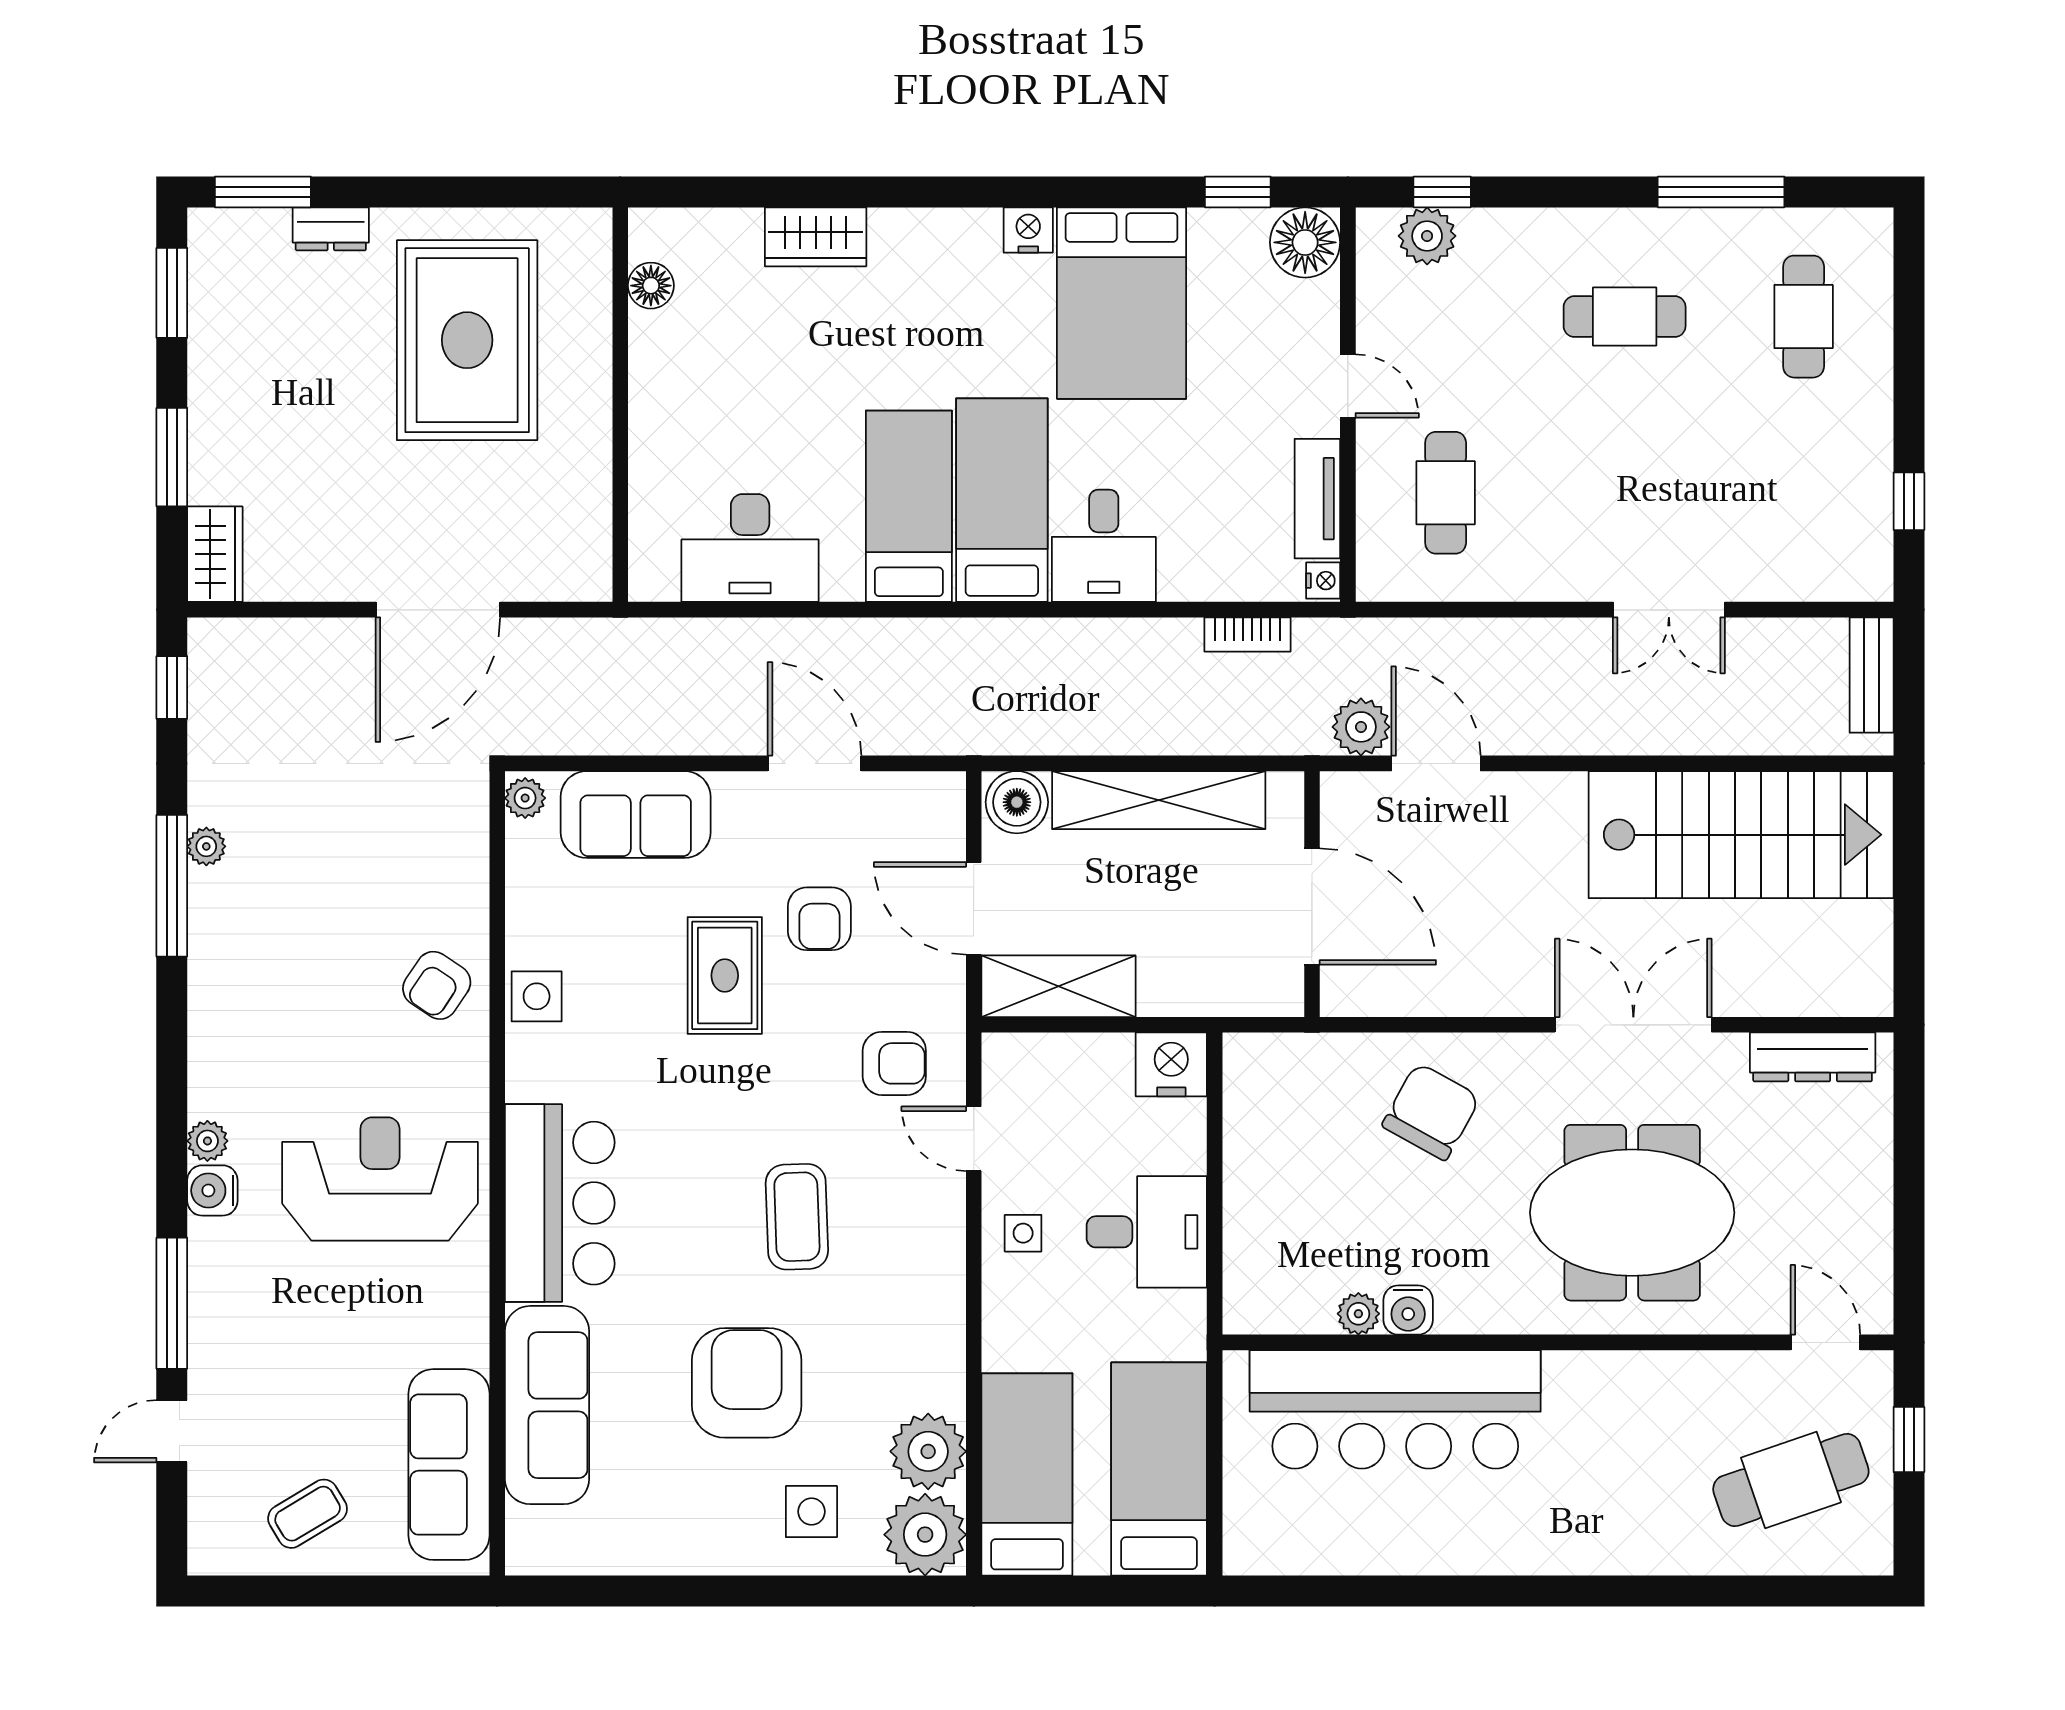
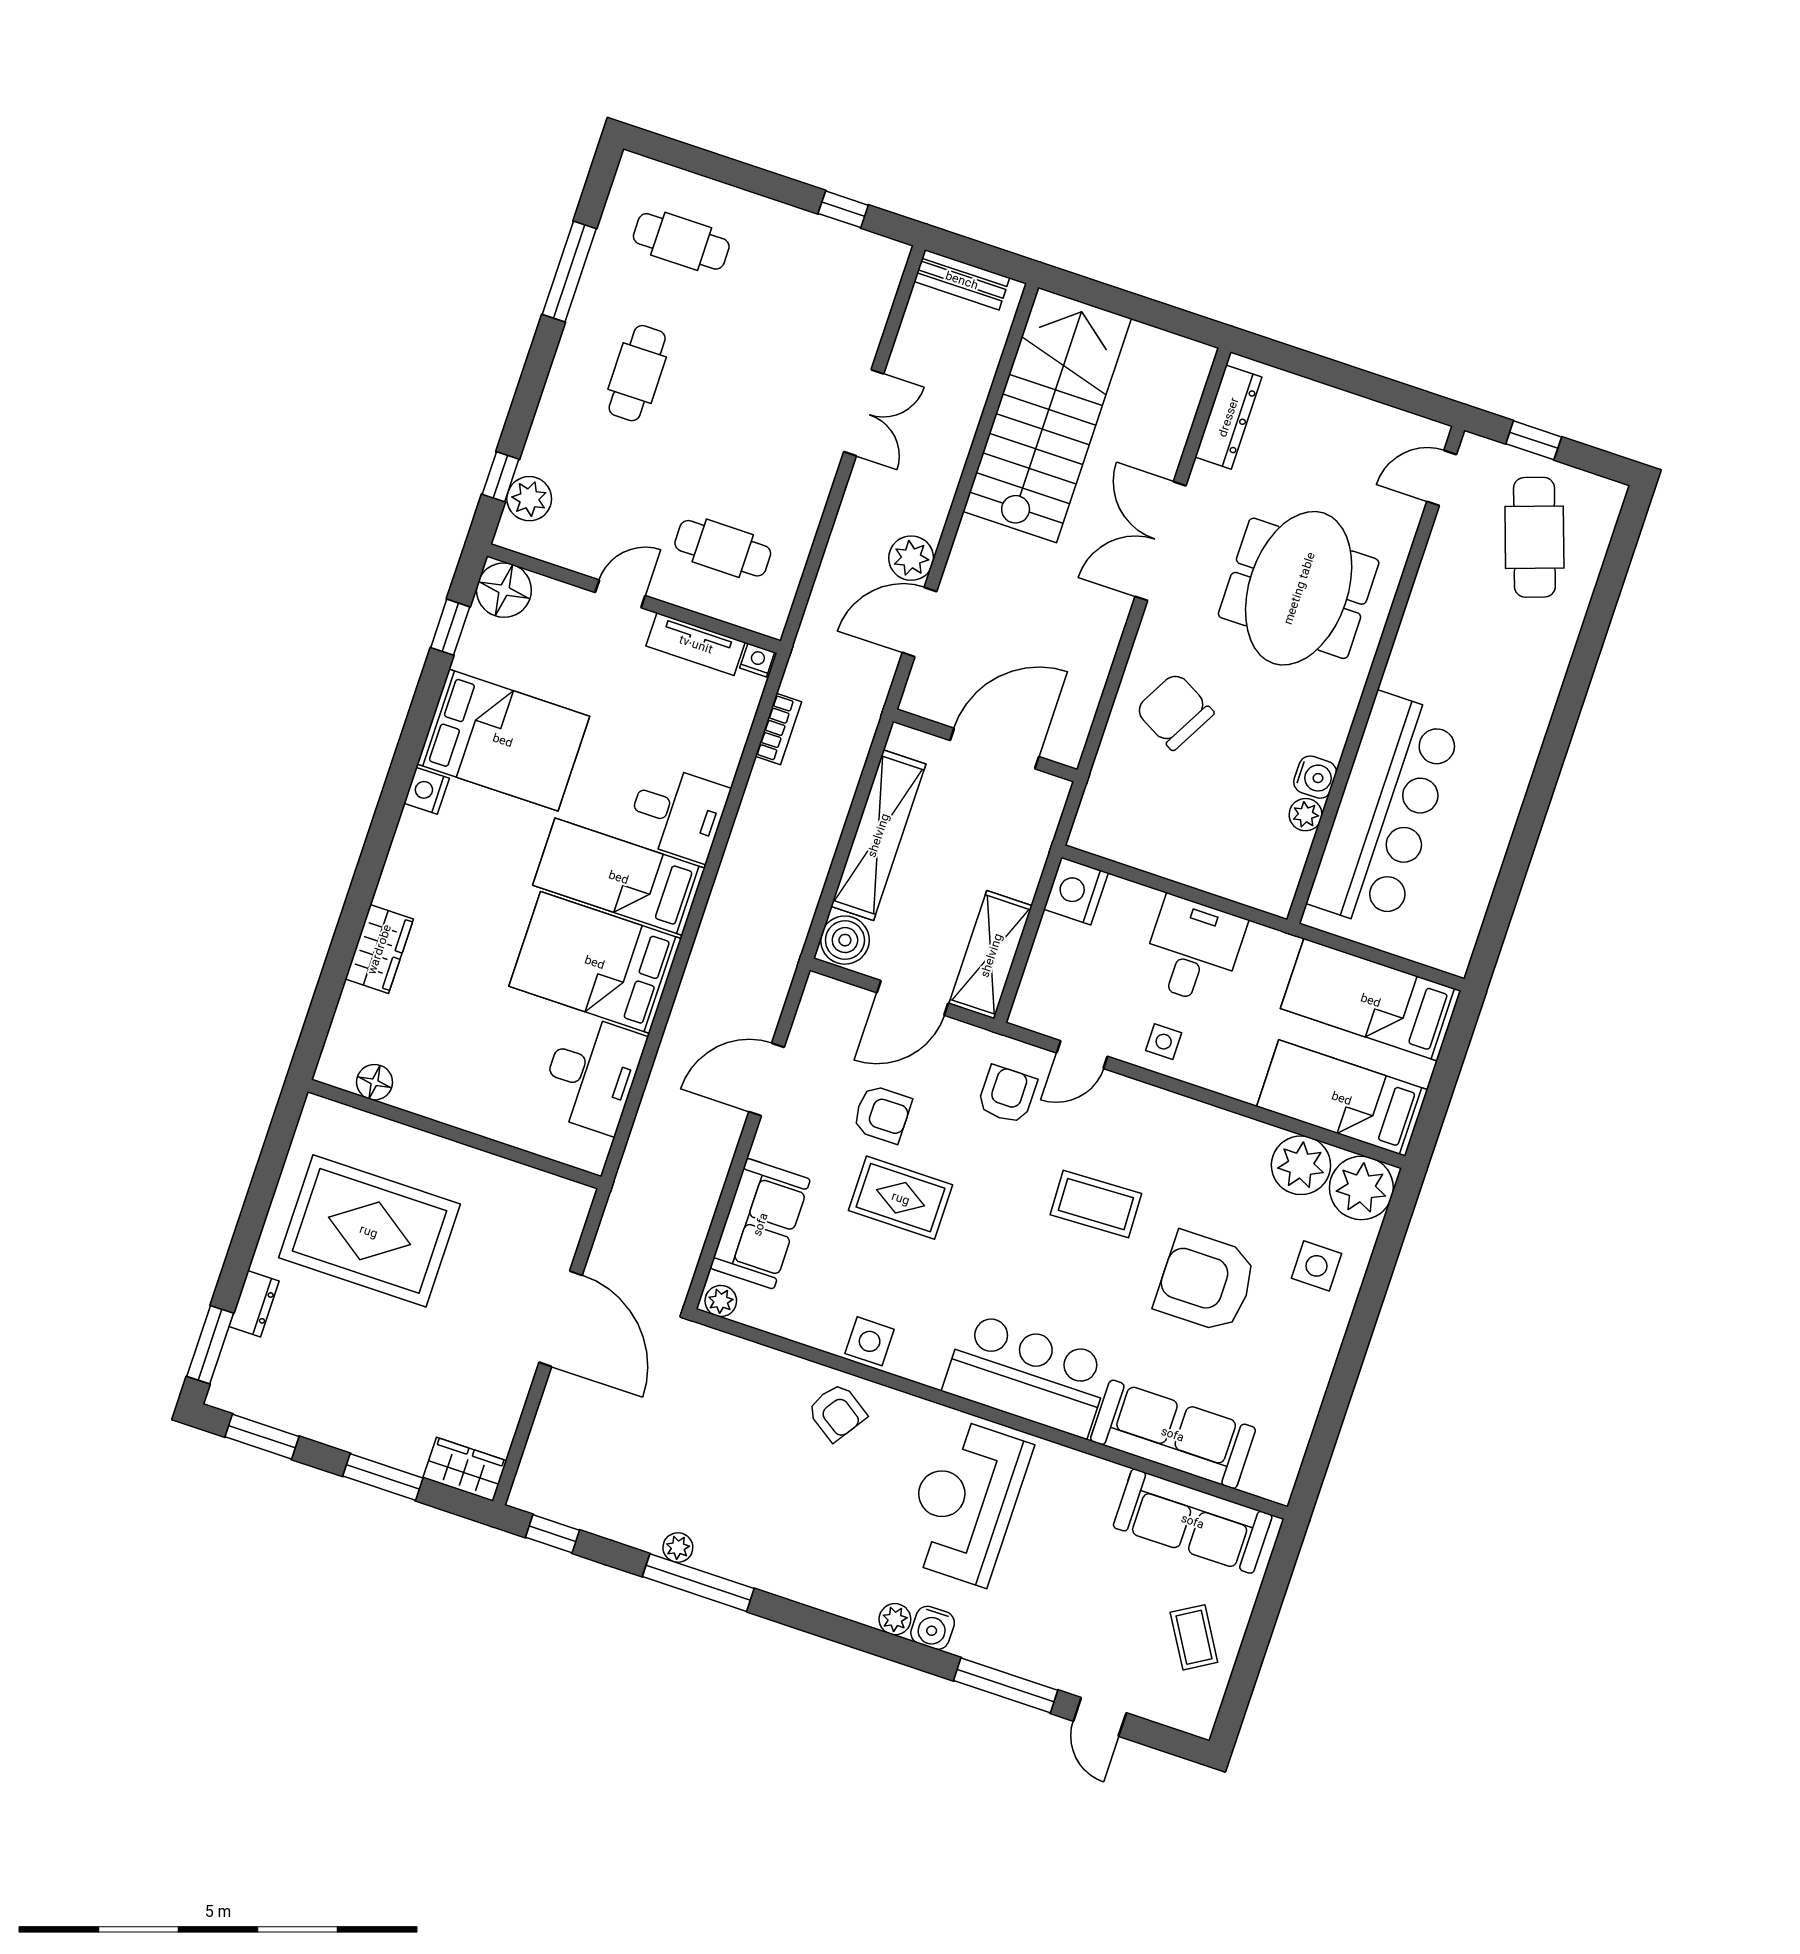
bed: (909, 506) -> (595, 962), width x1.50
plant: (1361, 727) -> (911, 558), moved

